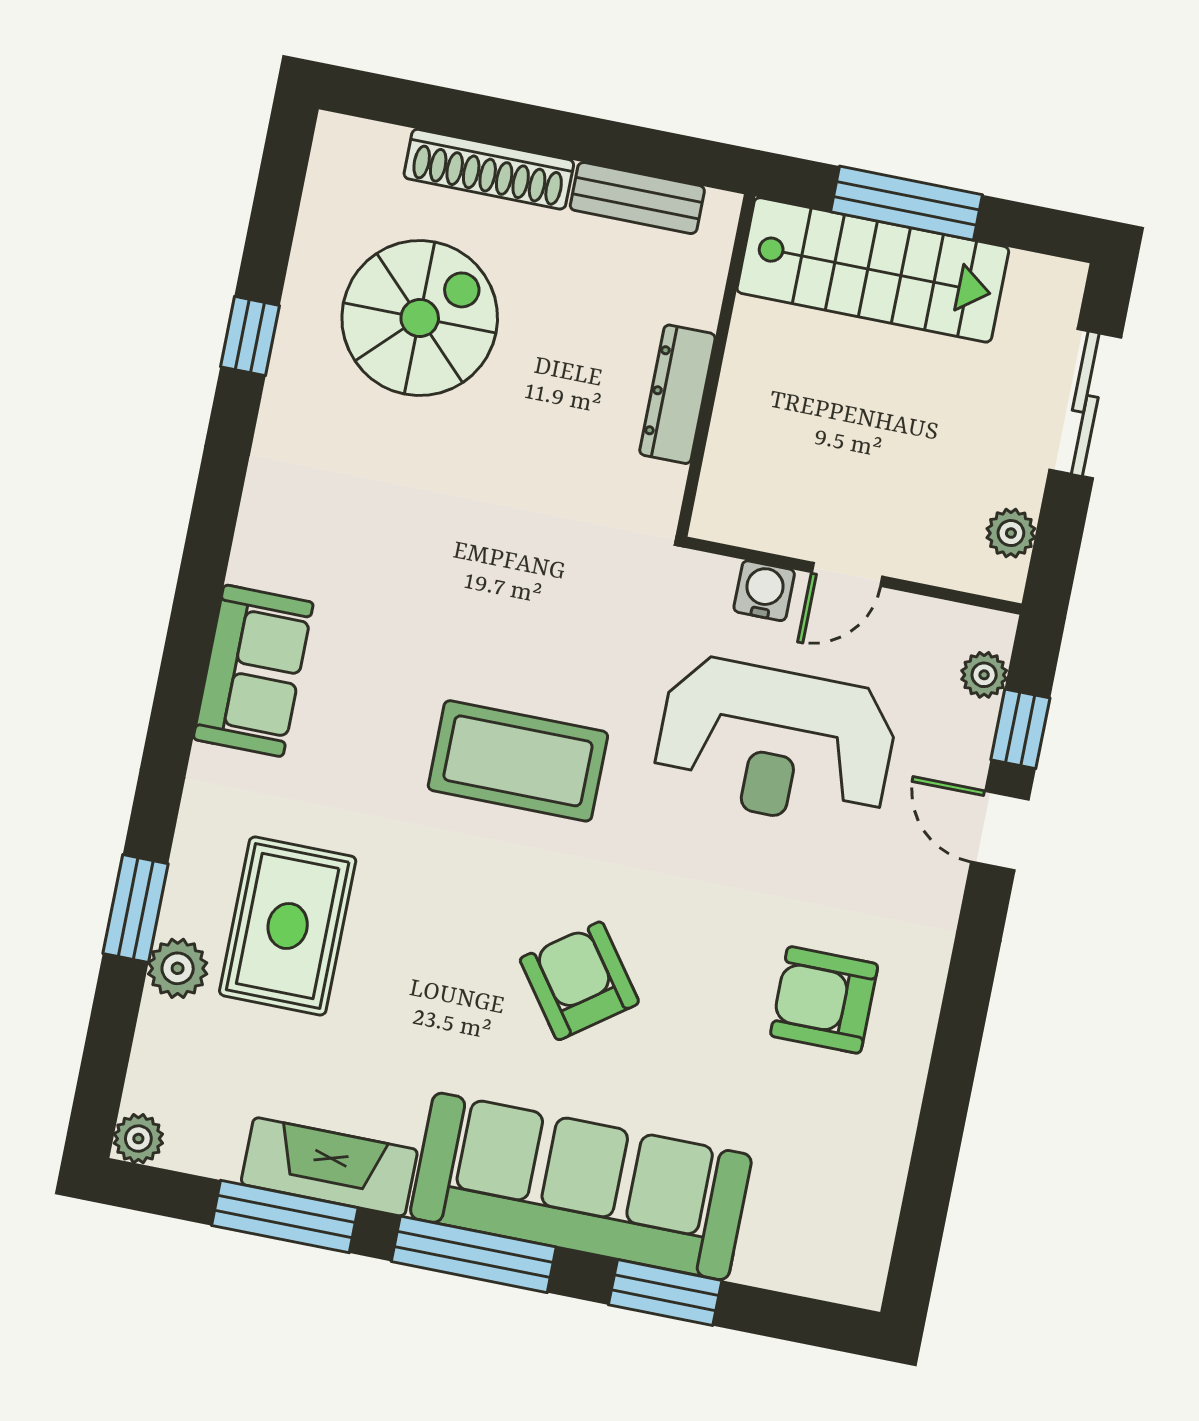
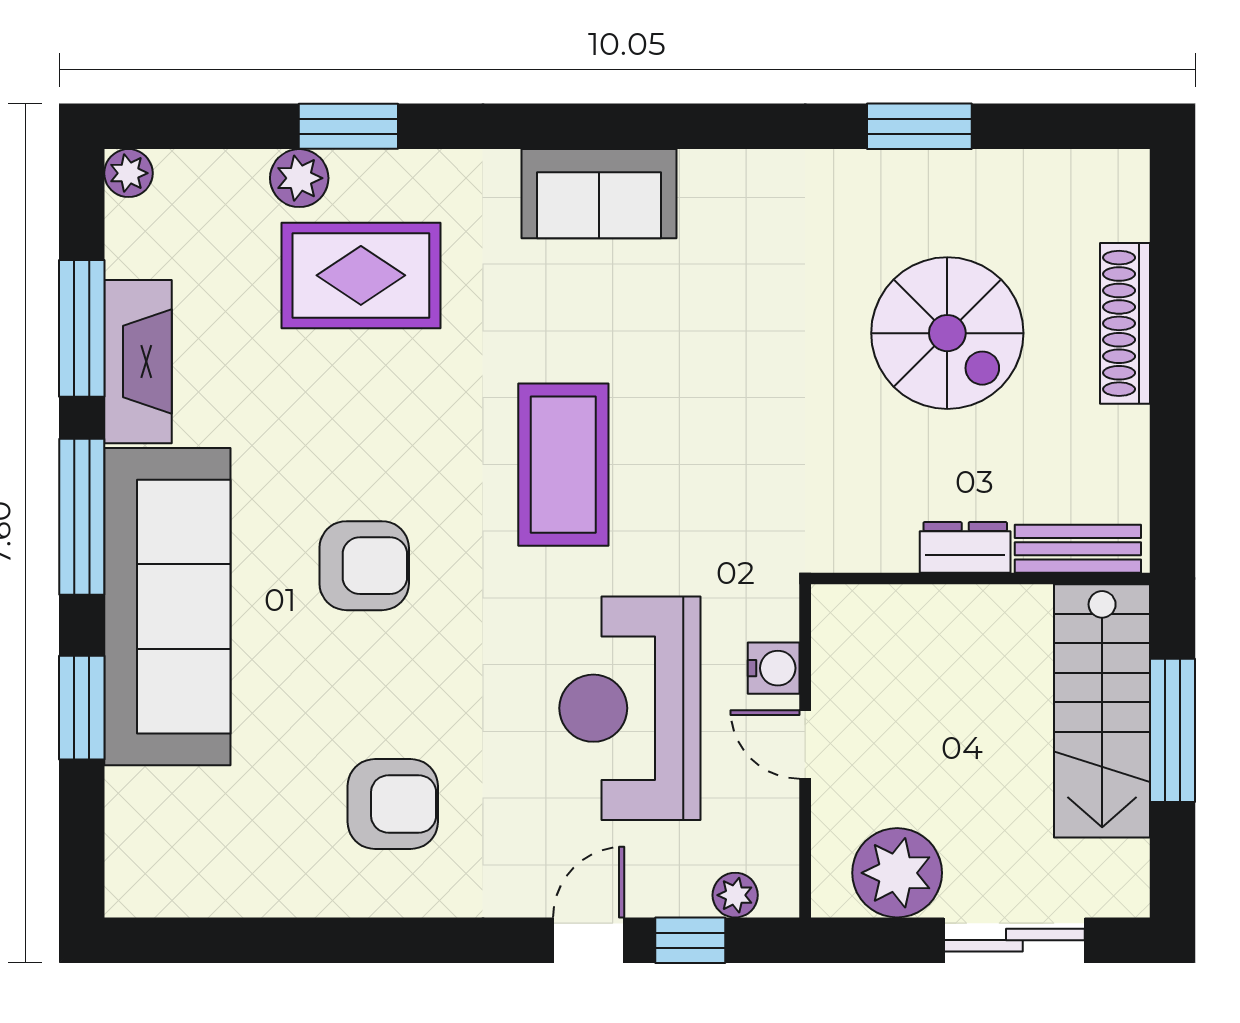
bench: (637, 198) -> (1078, 549), moved, turned 90
spiral stairs: (420, 318) -> (947, 333), moved
window: (250, 336) -> (919, 126), width x1.50
dresser: (677, 394) -> (965, 547), width x0.70
plant: (1011, 533) -> (897, 873), width x1.87, depth x1.87
armchair: (579, 981) -> (364, 566), turned 36
armchair: (824, 1000) -> (393, 804), turned 90

